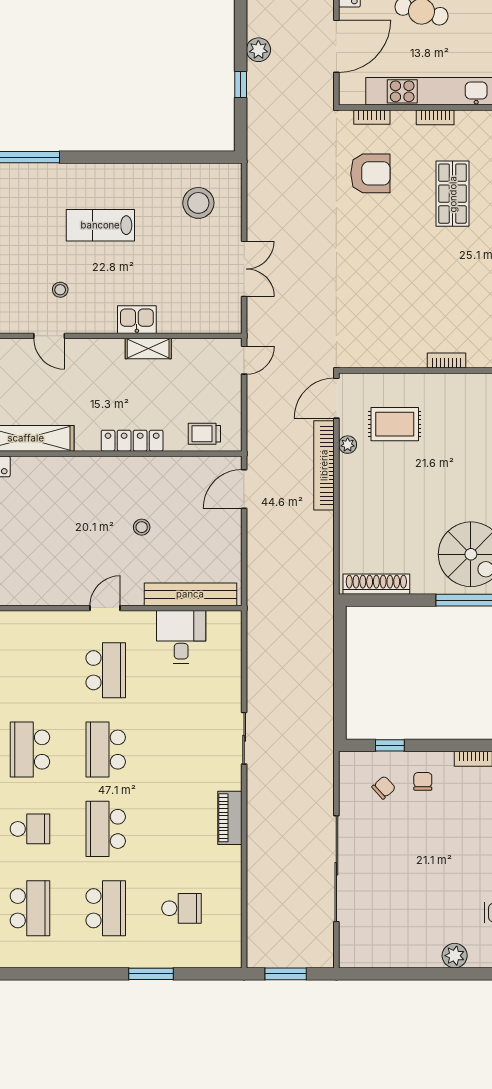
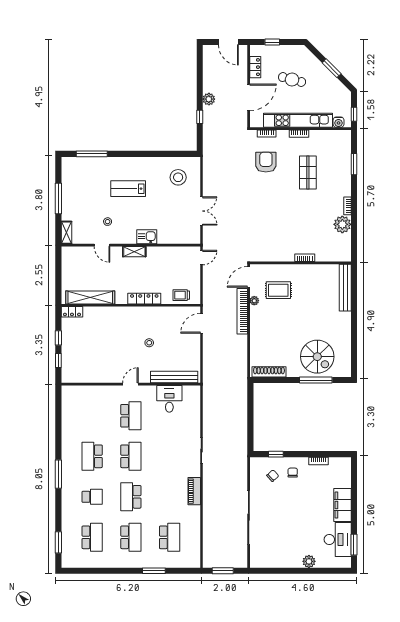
armchair: (370, 173) -> (266, 162), turned -90
shelving: (148, 349) -> (134, 252), moved
school desk: (106, 750) -> (131, 456), turned 180
school desk: (182, 908) -> (170, 537), width x1.85

